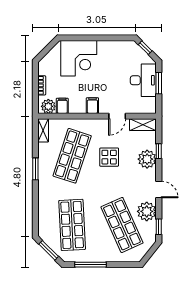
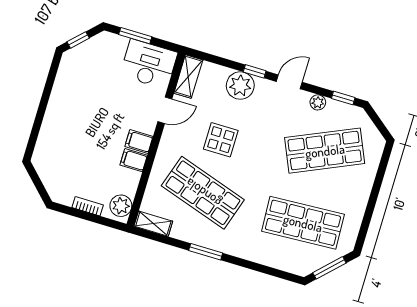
corner desk: (79, 58) -> (64, 141), removed
desk: (143, 80) -> (149, 64), moved
filing cabinet: (62, 106) -> (134, 160), moved
door: (117, 116) -> (165, 110), hinge flipped
window: (159, 151) -> (255, 71), moved
plant: (147, 211) -> (318, 102), width x0.53, depth x0.53
window: (90, 265) -> (369, 213), removed

